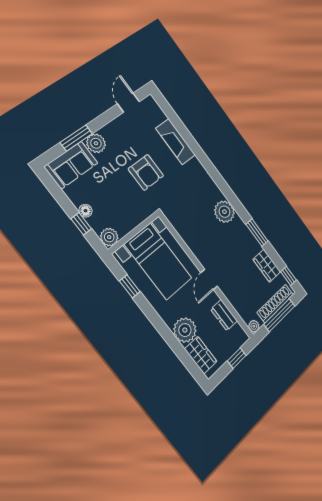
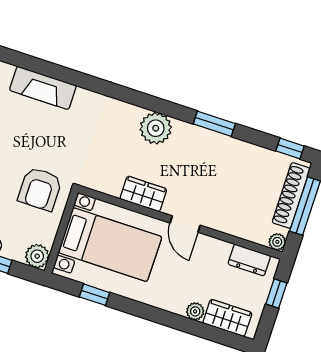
armchair: (146, 172) -> (40, 189), moved, turned 90
wardrobe: (267, 266) -> (143, 194), moved, turned 180
dresser: (224, 315) -> (249, 260), moved
plant: (185, 330) -> (195, 311), width x0.53, depth x0.53

